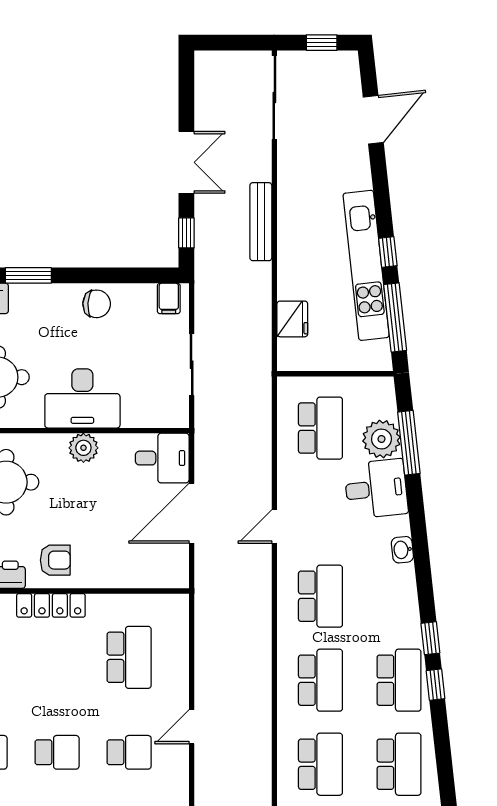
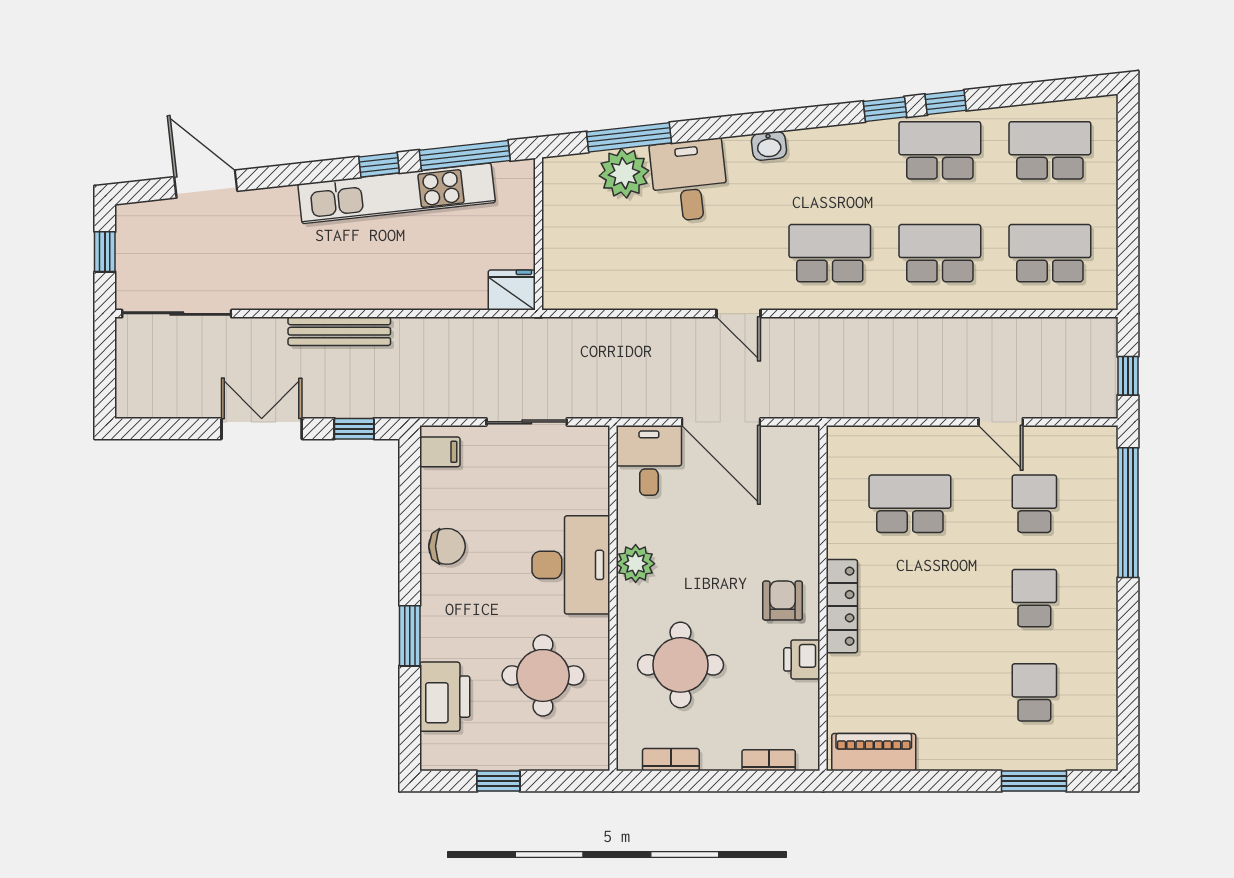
chair: (97, 304) -> (447, 546), turned 87
fridge: (292, 319) -> (512, 290), moved
school desk: (320, 428) -> (610, 253), removed

